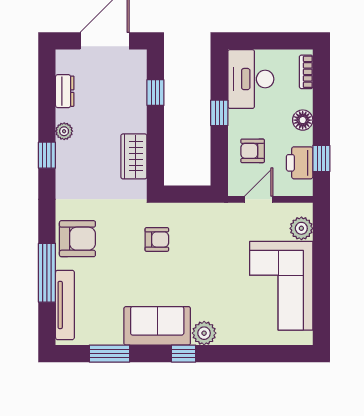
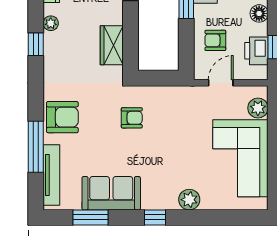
sofa: (157, 326) -> (111, 193), moved
plant: (204, 333) -> (189, 200), moved

